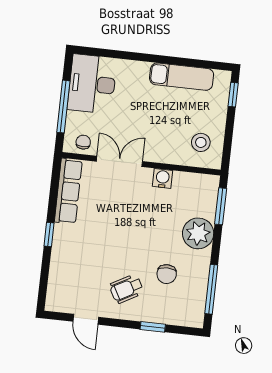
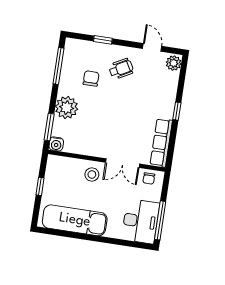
exam couch: (182, 77) -> (75, 220), width x1.36, depth x1.45
window: (233, 95) -> (40, 186), moved
window: (63, 107) -> (160, 220), moved
stool: (201, 142) -> (92, 175), moved
water cooler: (163, 178) -> (56, 144), moved
plant: (56, 299) -> (174, 63), added

